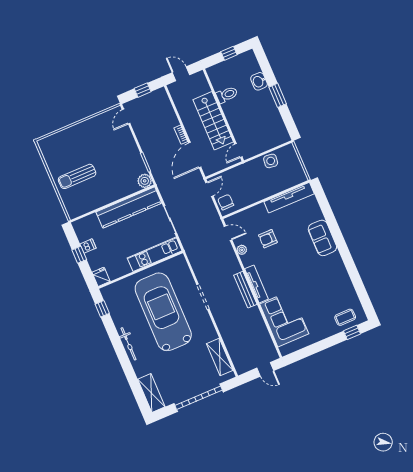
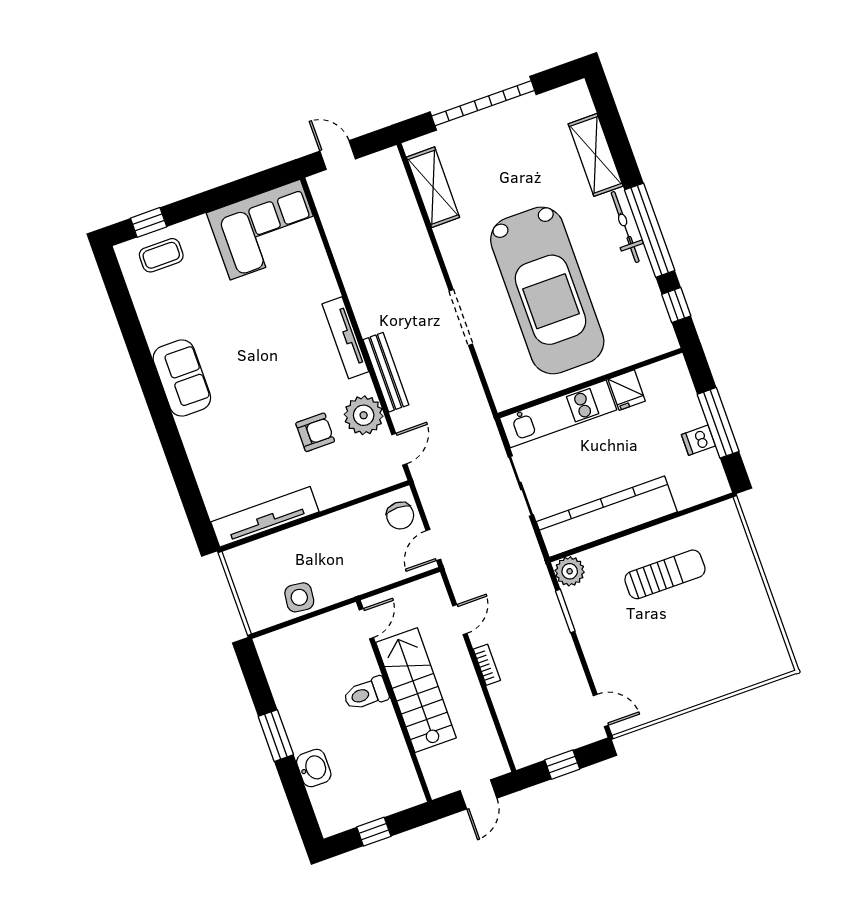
door: (181, 74) -> (479, 794), hinge flipped
toilet: (227, 95) -> (366, 694), moved
door: (126, 117) -> (601, 710), hinge flipped
door: (195, 155) -> (460, 620), width x0.53
sun lounger: (77, 176) -> (665, 574), moved
door: (228, 233) -> (399, 449), swing flipped
sofa: (322, 238) -> (182, 378), moved
plant: (242, 250) -> (364, 415), width x1.87, depth x1.87
window: (79, 255) -> (718, 423), width x2.17
fridge: (101, 277) -> (627, 390), moved
bench: (245, 290) -> (386, 372), moved
corner sofa: (284, 319) -> (265, 230), moved, turned -90
window: (117, 343) -> (650, 230), added
shelving: (151, 393) -> (596, 155), moved

